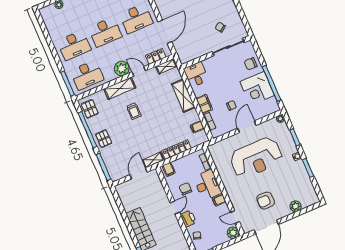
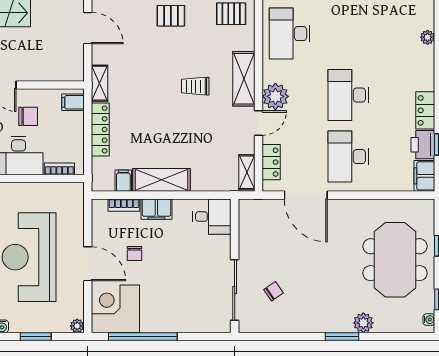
desk: (74, 45) -> (348, 34), removed
chair: (251, 64) -> (190, 316), removed
corner desk: (257, 88) -> (115, 309), moved
shelving: (183, 96) -> (161, 180), moved
door: (139, 173) -> (88, 28), moved

